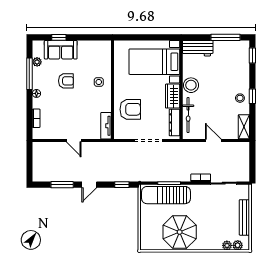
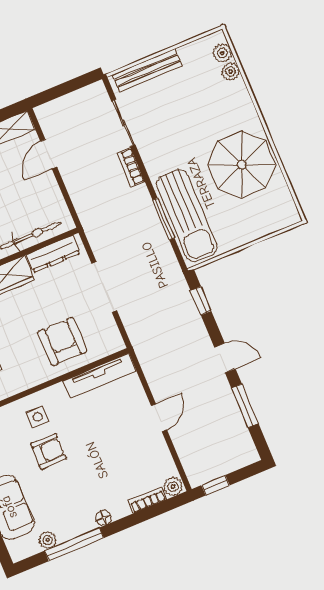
armchair: (66, 81) -> (48, 451), moved, turned 90
tv unit: (106, 126) -> (100, 376), width x1.41
plant: (37, 134) -> (173, 487), added
door: (213, 141) -> (49, 154), moved
window: (29, 154) -> (215, 485), added
bench: (244, 217) -> (147, 70), moved

